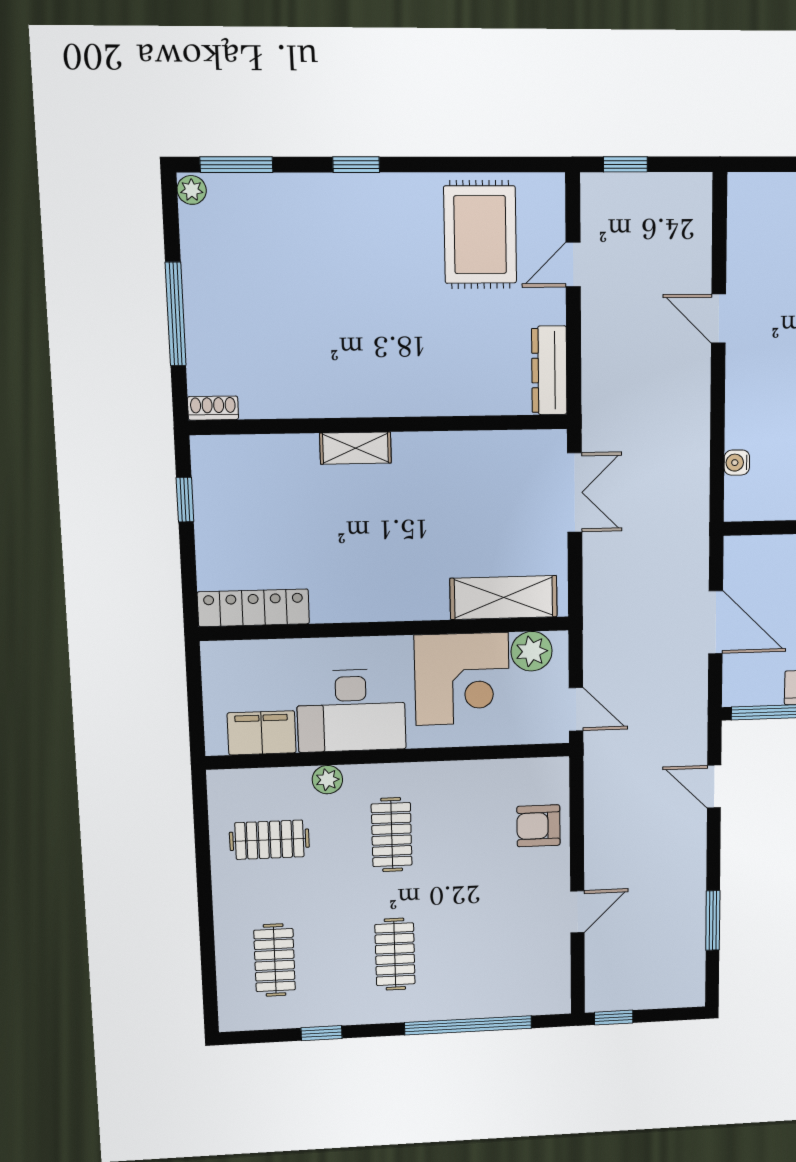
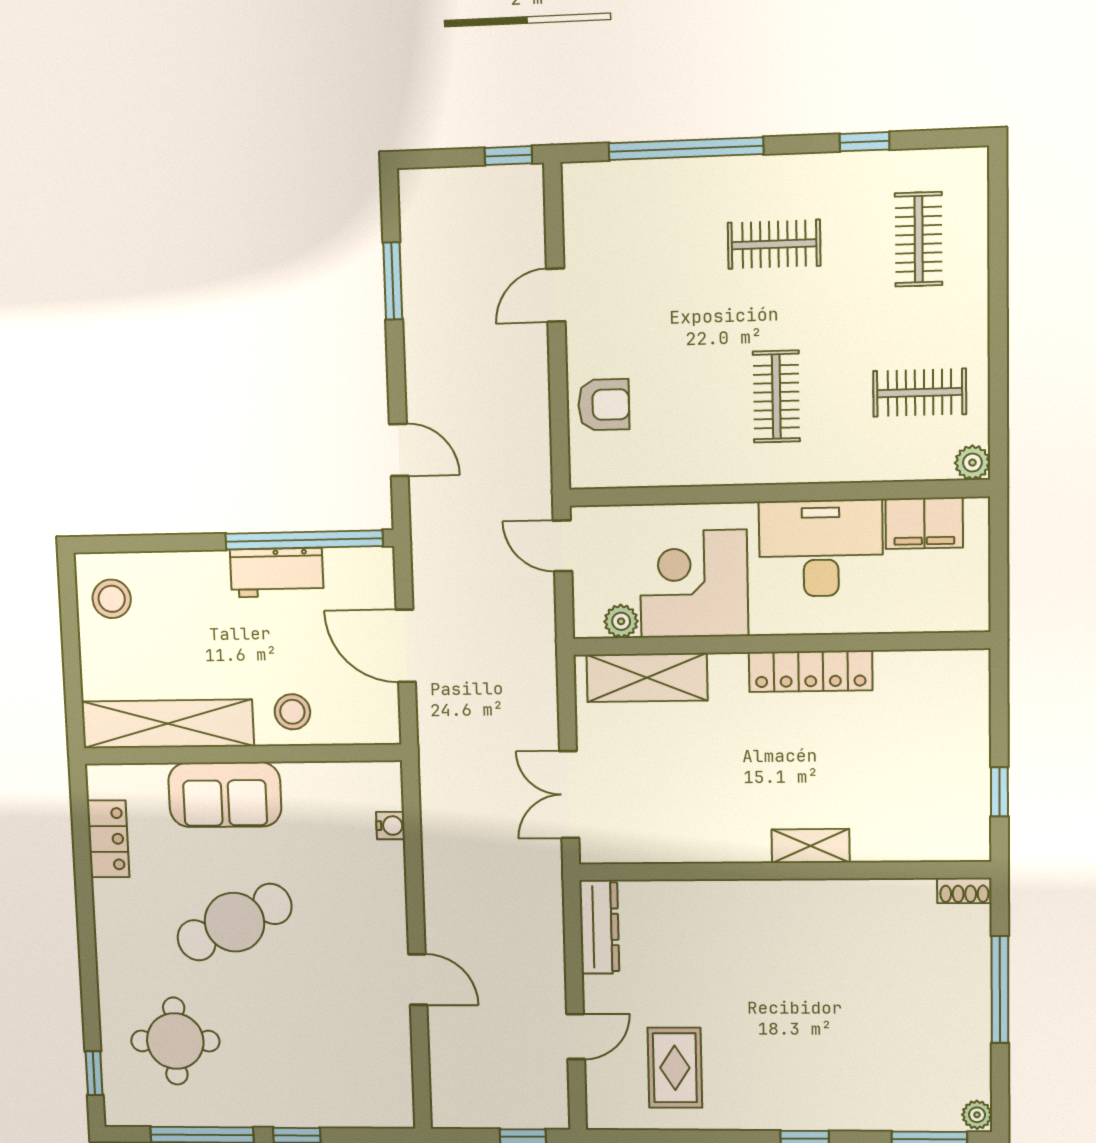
rug: (480, 235) -> (675, 1068), width x0.73, depth x0.70
locker: (253, 608) -> (811, 671), moved
plant: (532, 651) -> (621, 621), width x0.73, depth x0.73
plant: (327, 780) -> (972, 463), moved
clothes rail: (395, 954) -> (774, 244), turned 90

